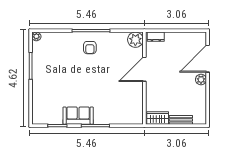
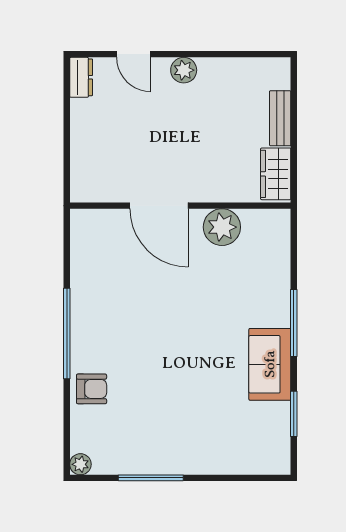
dresser: (156, 37) -> (81, 77), moved
plant: (135, 40) -> (222, 227), moved
armchair: (90, 48) -> (92, 389), moved
door: (208, 59) -> (134, 54), width x0.53

